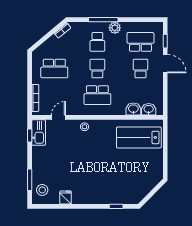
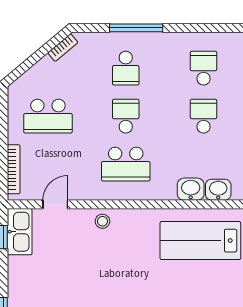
plant: (115, 28) -> (157, 43), removed
school desk: (140, 42) -> (204, 68), width x0.54

